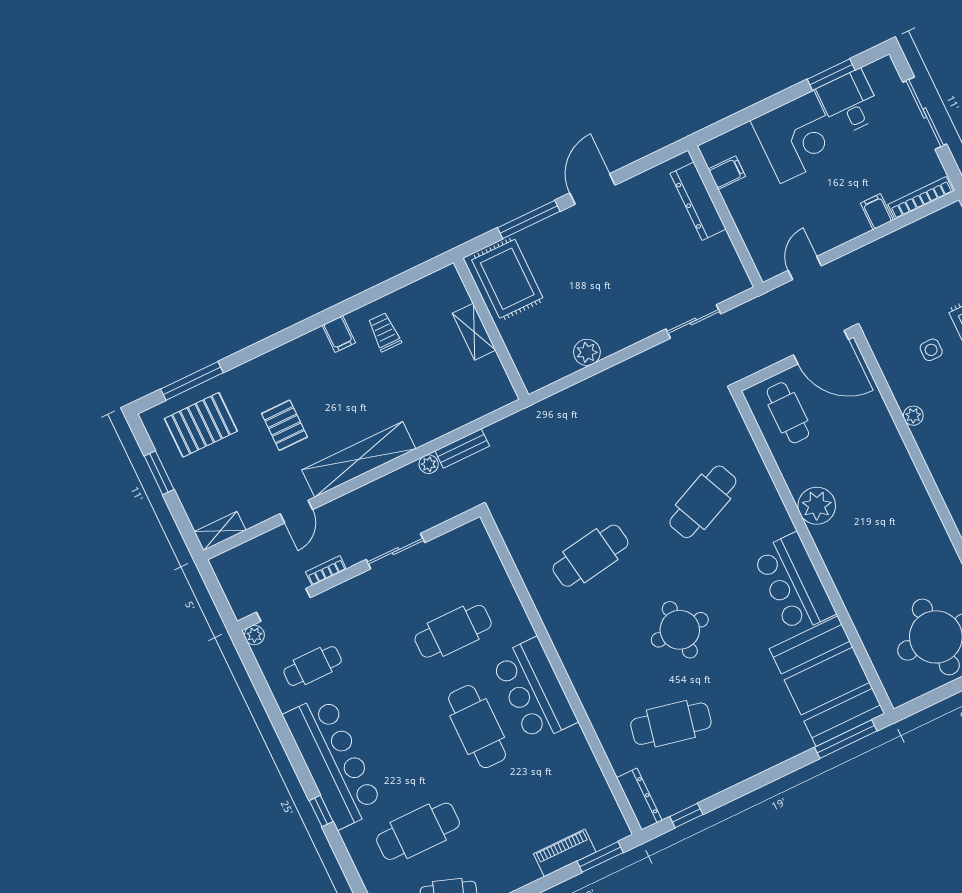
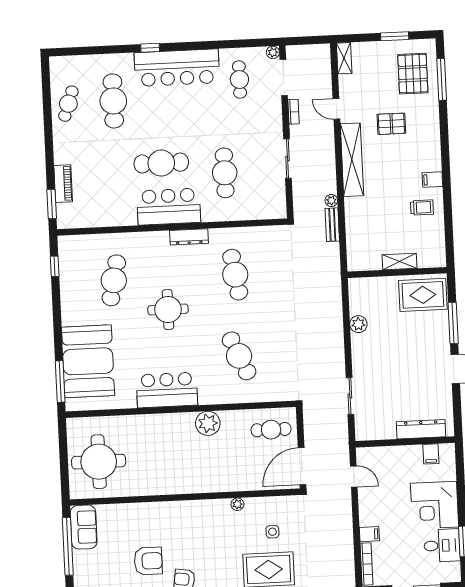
booth: (827, 681) -> (88, 361), moved, turned 90
dresser: (639, 799) -> (189, 237), moved

